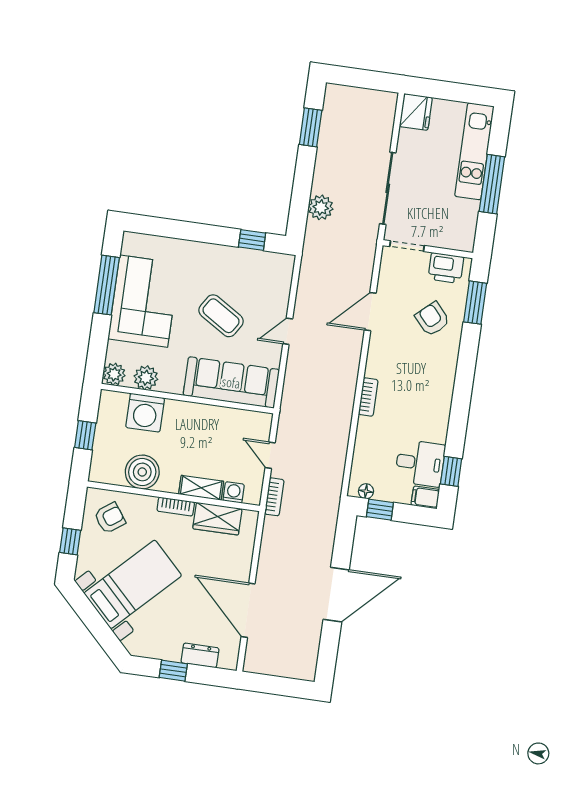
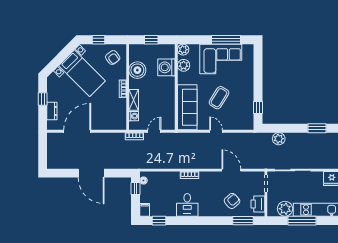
plant: (463, 215) -> (285, 209), added
desk: (420, 463) -> (187, 205), moved
wardrobe: (217, 519) -> (120, 110), removed

